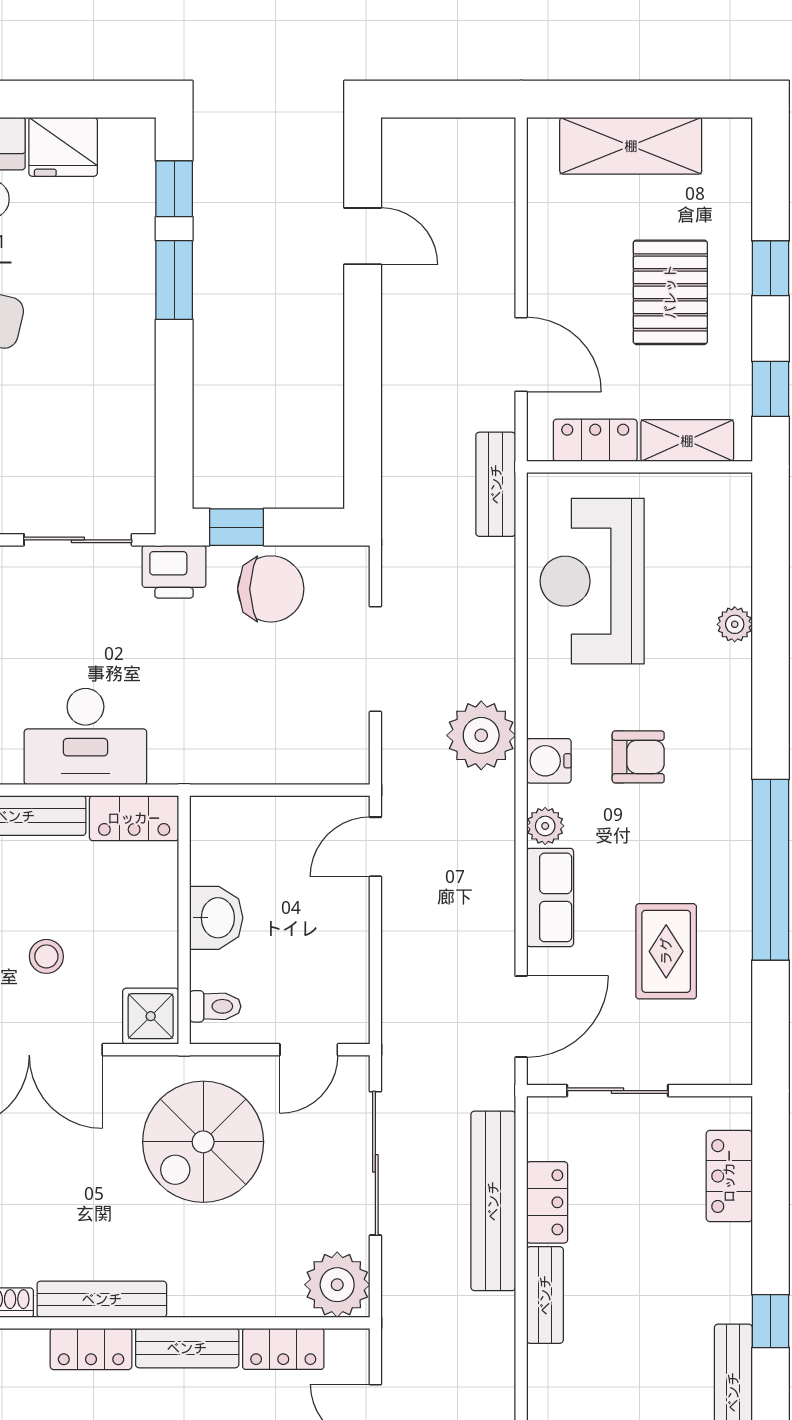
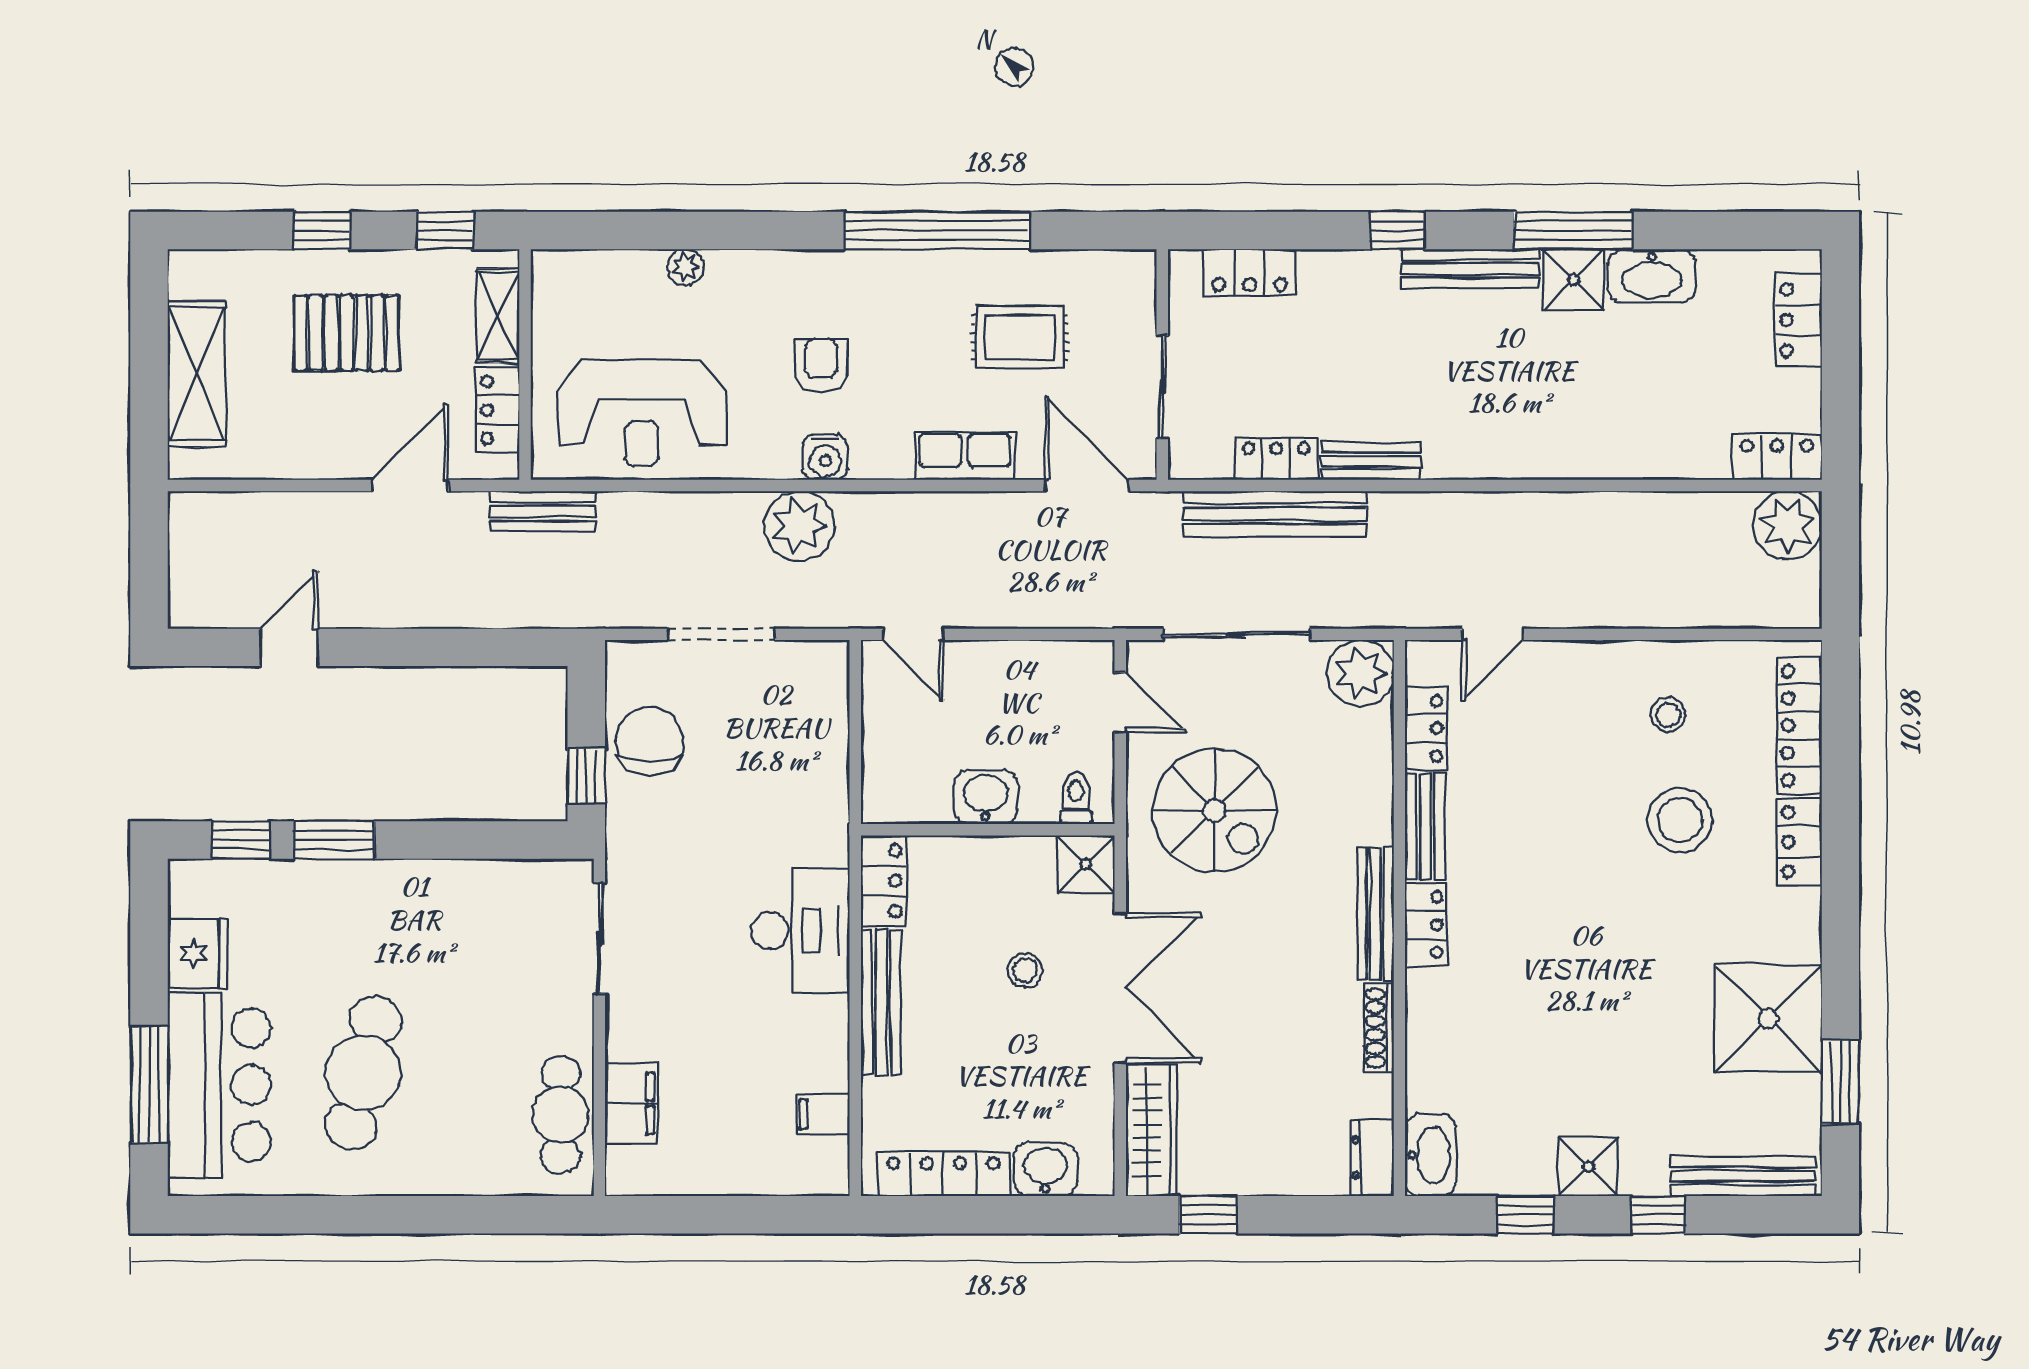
printer: (174, 572) -> (632, 840), removed
plant: (545, 826) -> (892, 461), removed

